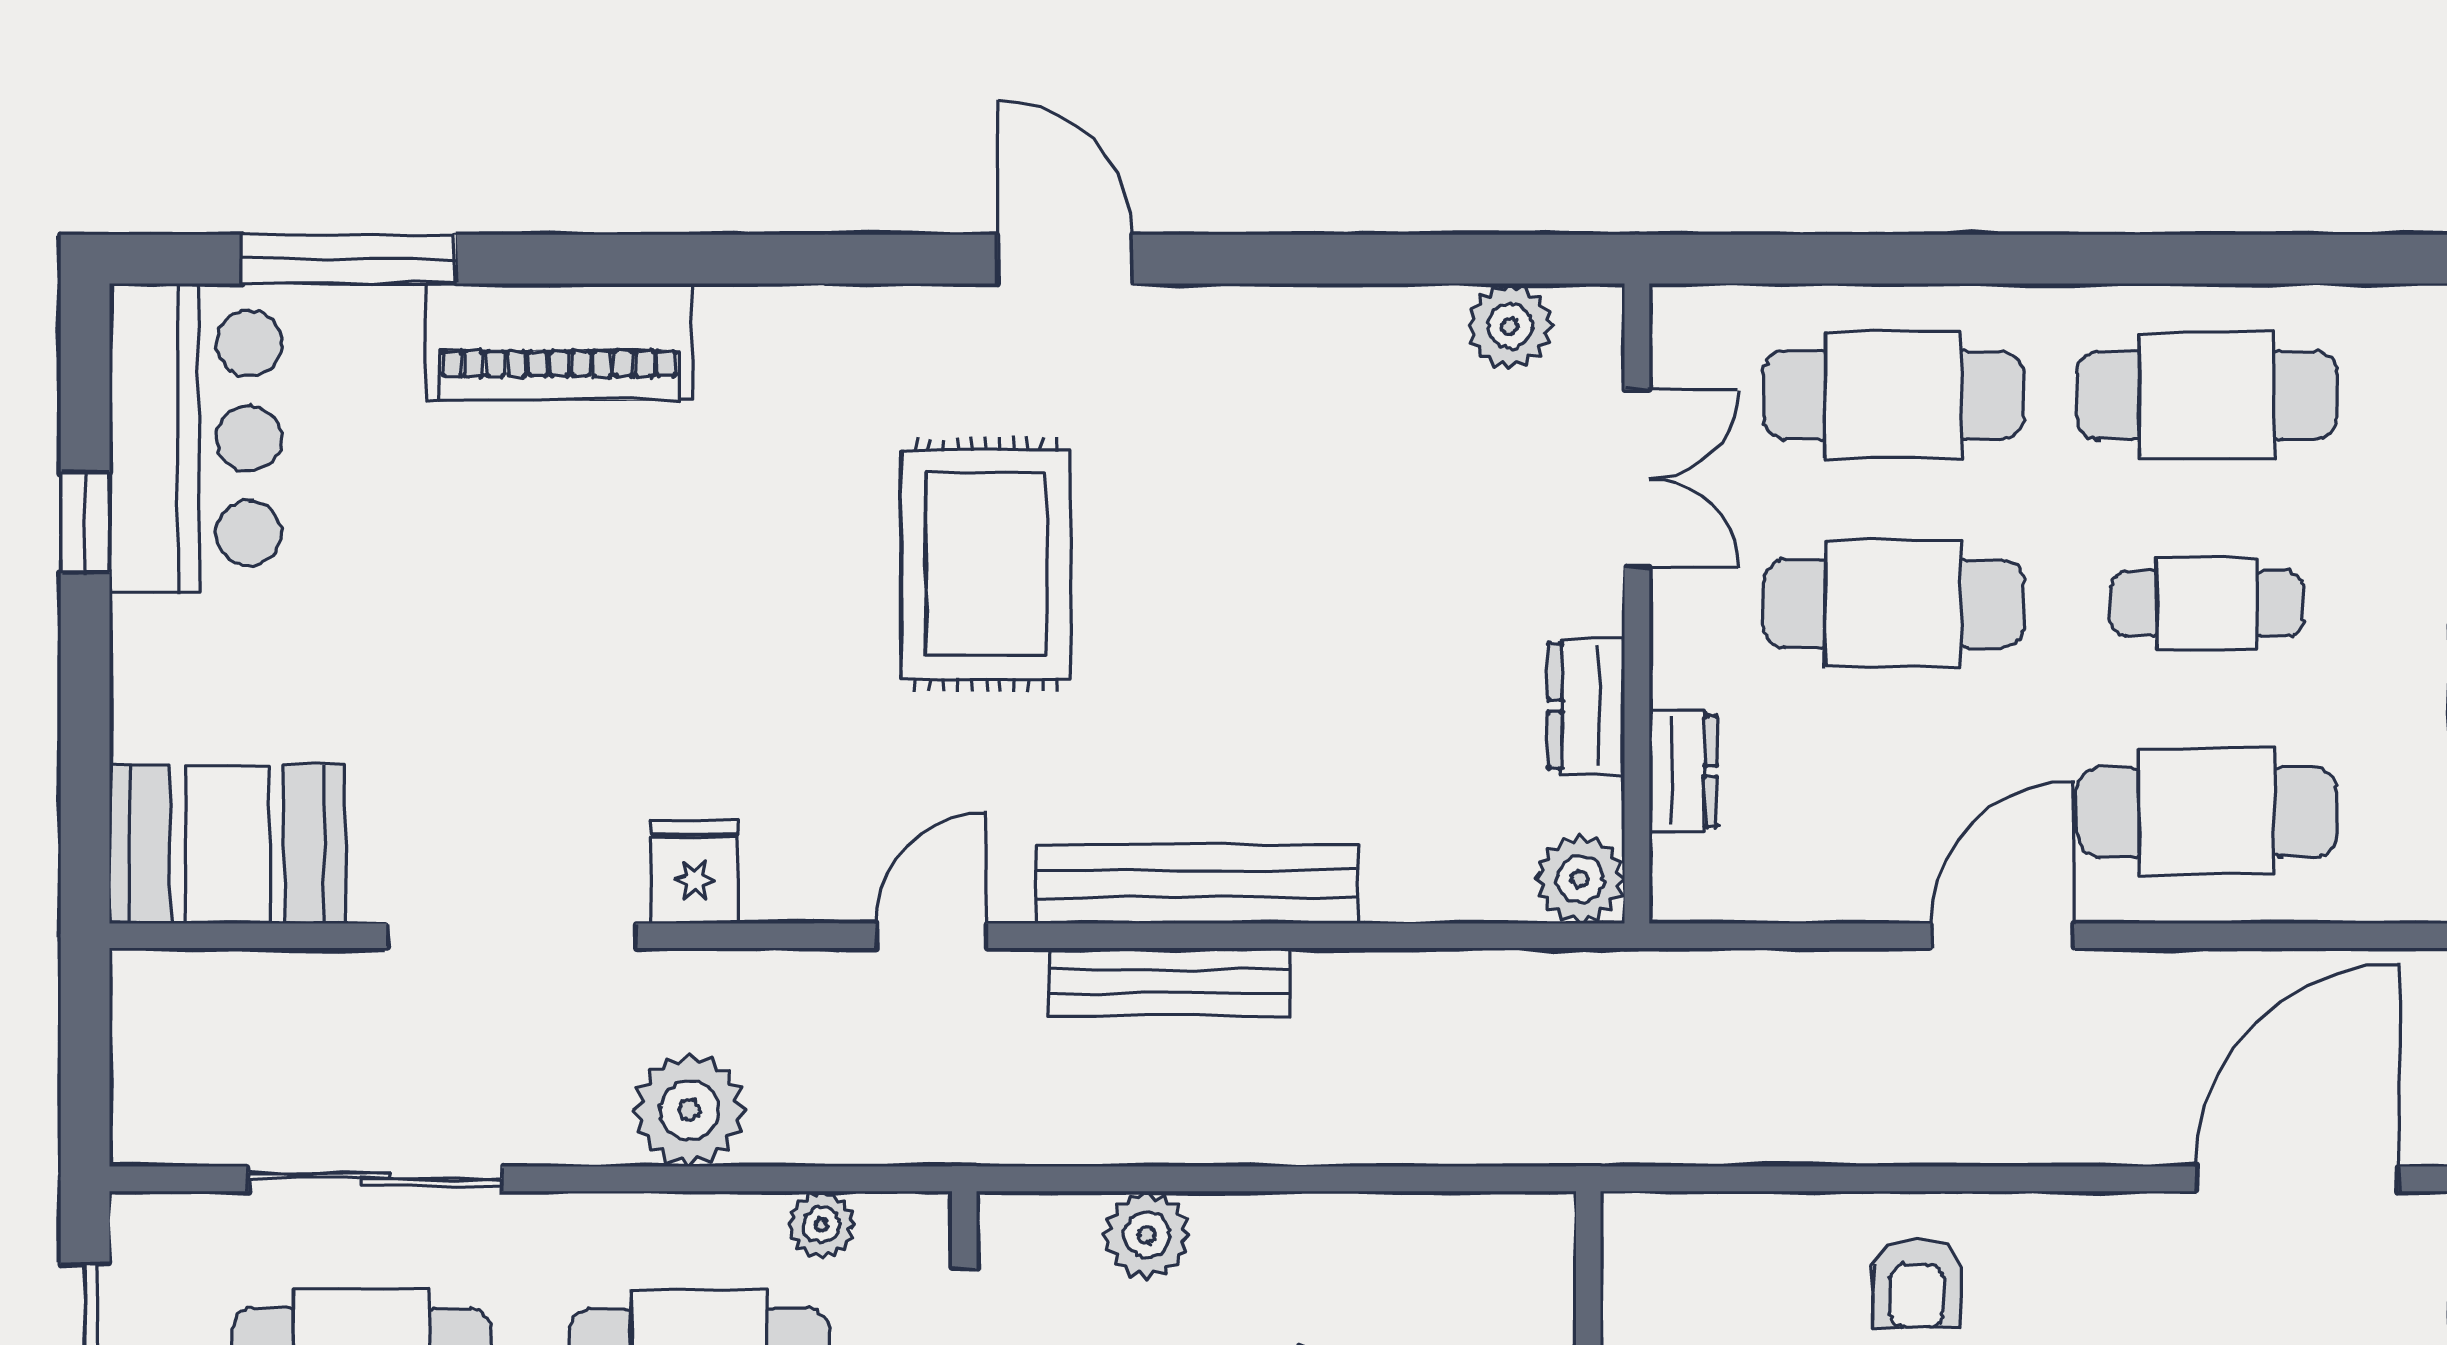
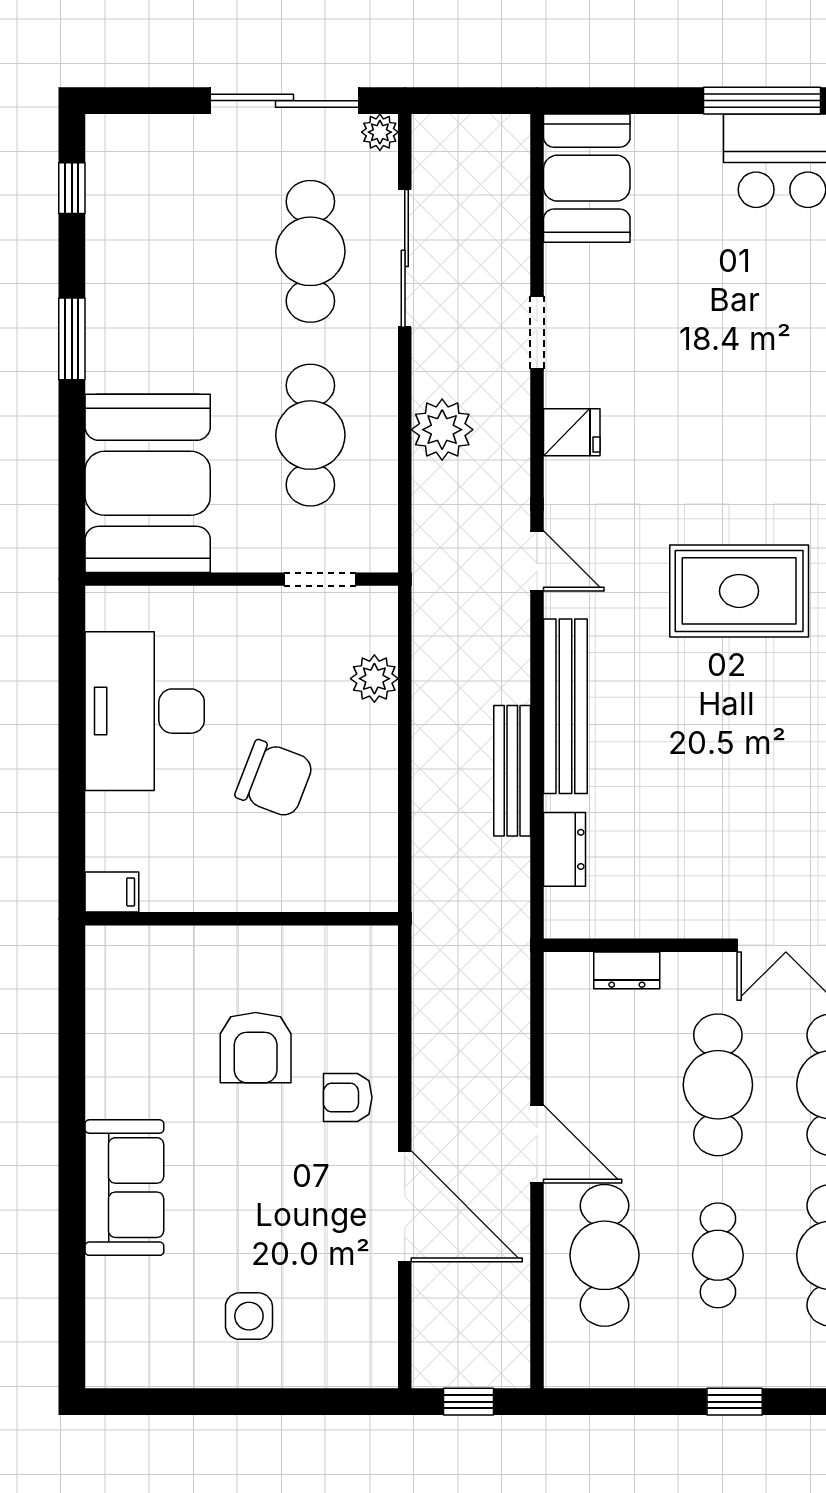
window: (85, 523) -> (762, 101), width x2.17
dresser: (1586, 706) -> (565, 849), moved, turned 90
plant: (1580, 879) -> (568, 914), removed
doorway: (511, 936) -> (537, 333), width x0.53
bench: (1170, 982) -> (512, 771), moved
door: (2297, 1179) -> (405, 1206), moved
plant: (821, 1225) -> (380, 132), moved

